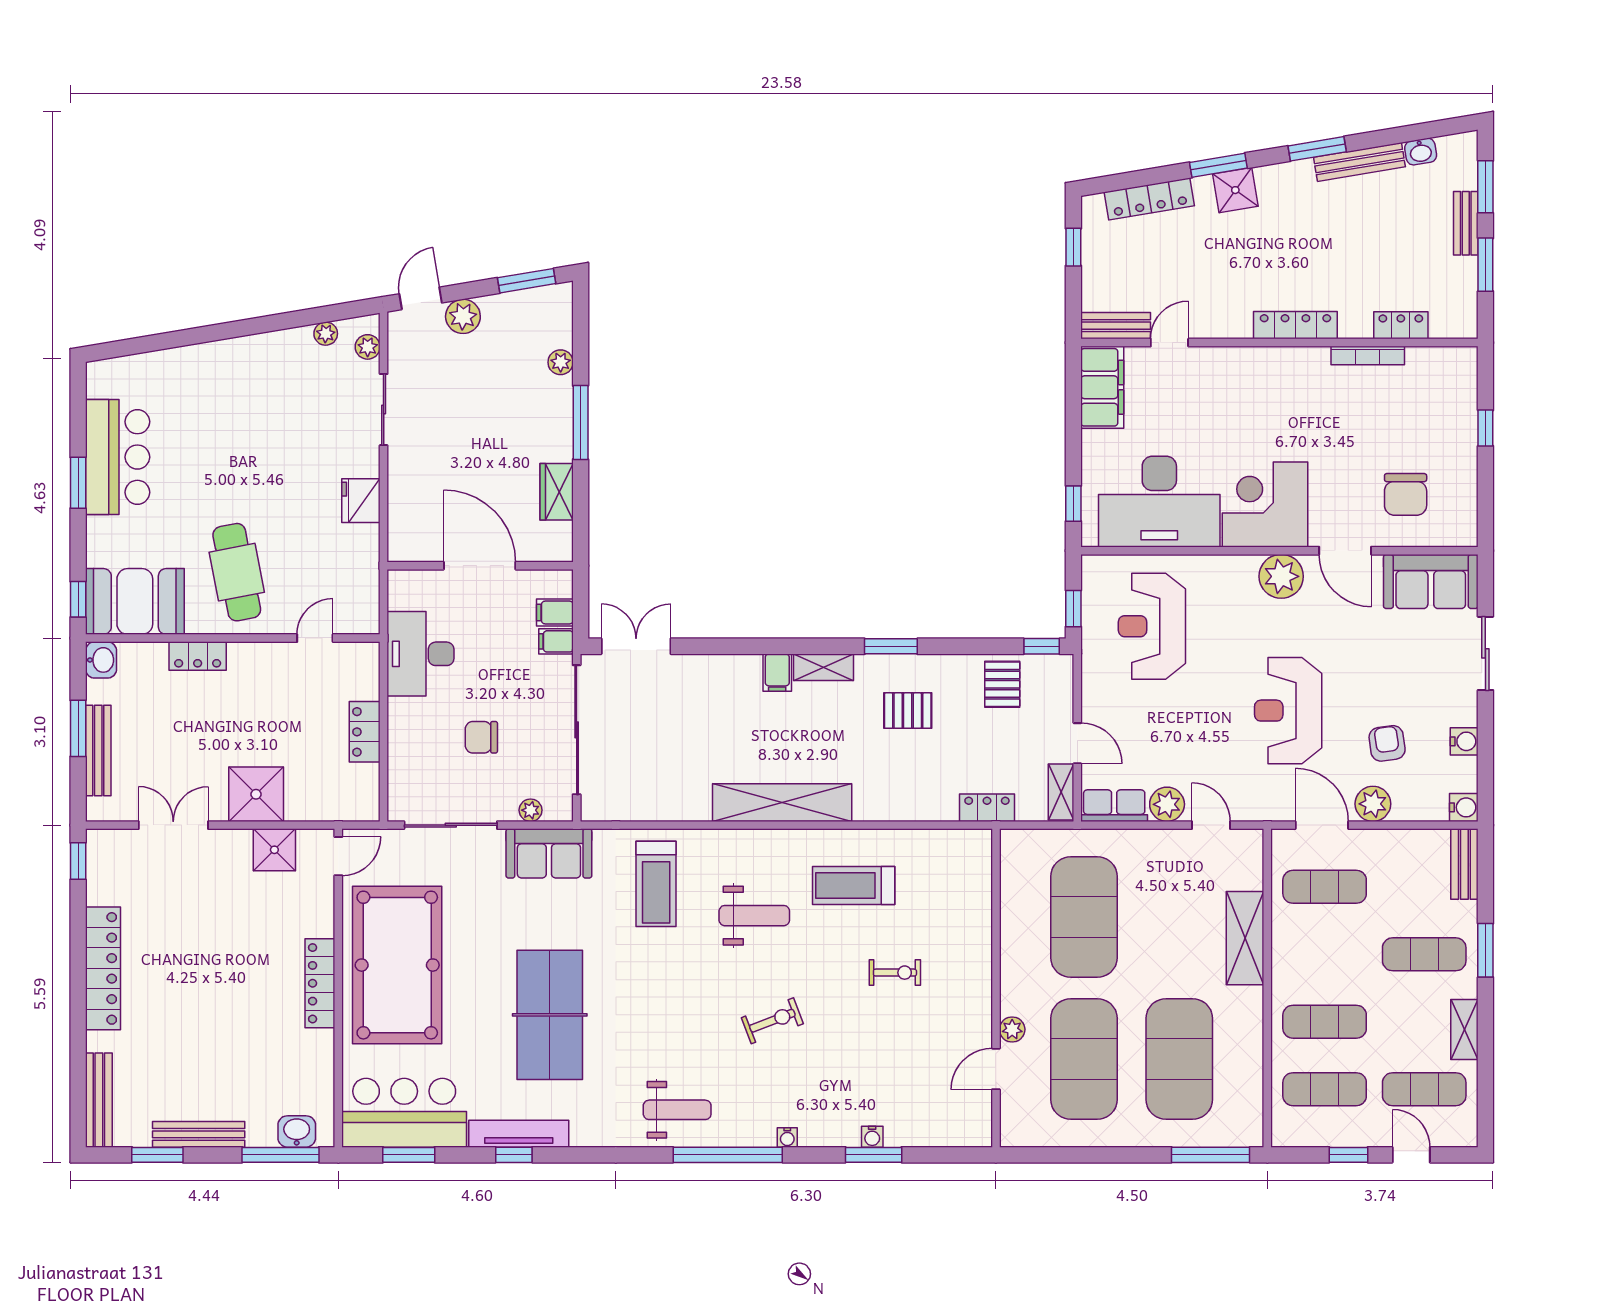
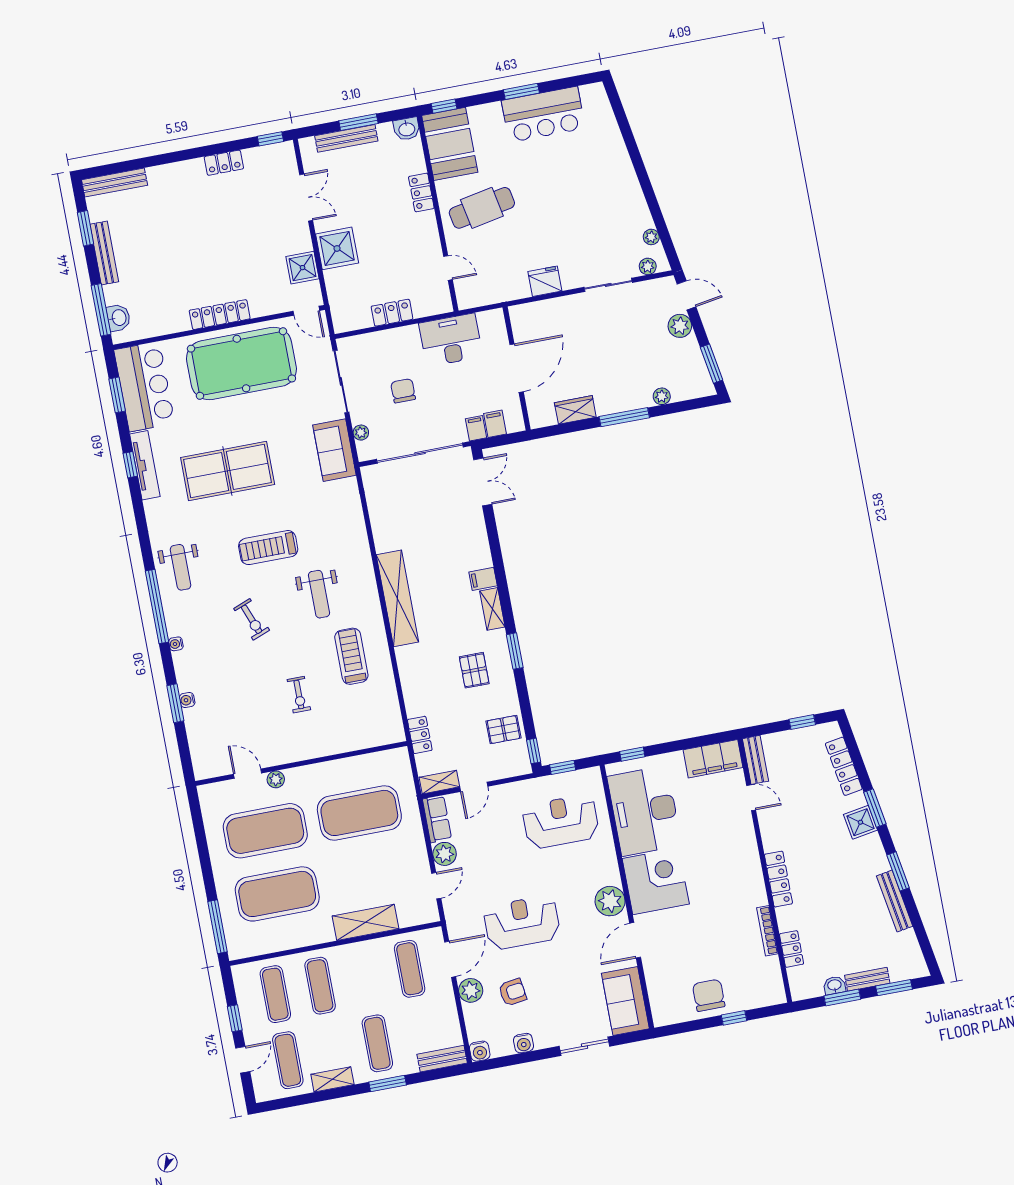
washbasin: (1421, 152) -> (834, 985), moved, turned 99
chair: (1406, 494) -> (709, 995), moved, turned 90
treadmill: (656, 884) -> (268, 548), moved
locker: (103, 968) -> (224, 163), width x0.46, depth x0.83

